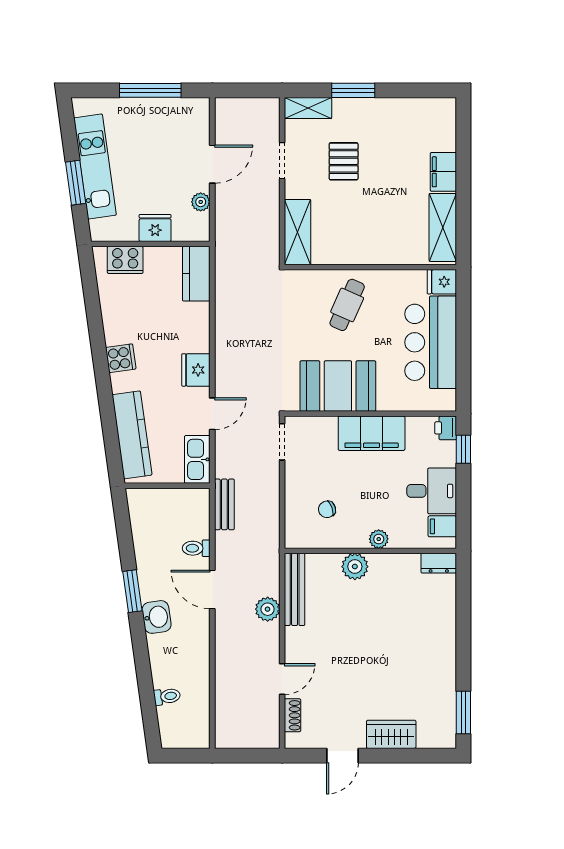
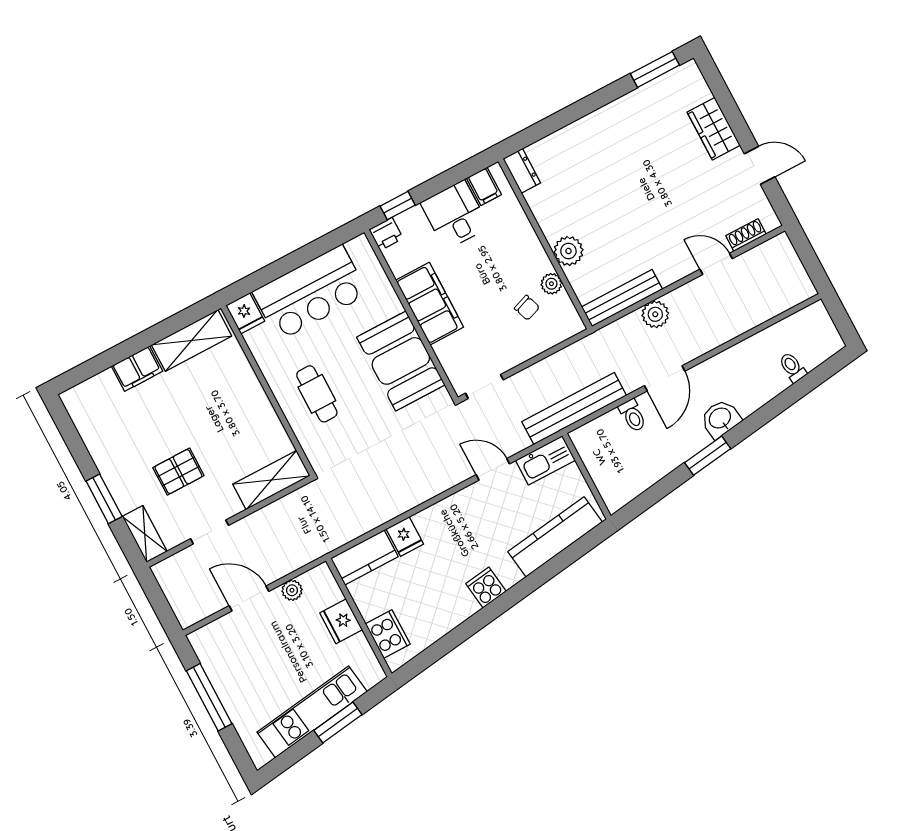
cafe table: (347, 305) -> (317, 394), turned 66
fridge: (196, 370) -> (405, 536), moved, width x0.72
bench: (224, 504) -> (574, 409), width x1.86, depth x1.21
plant: (379, 539) -> (551, 284), moved

